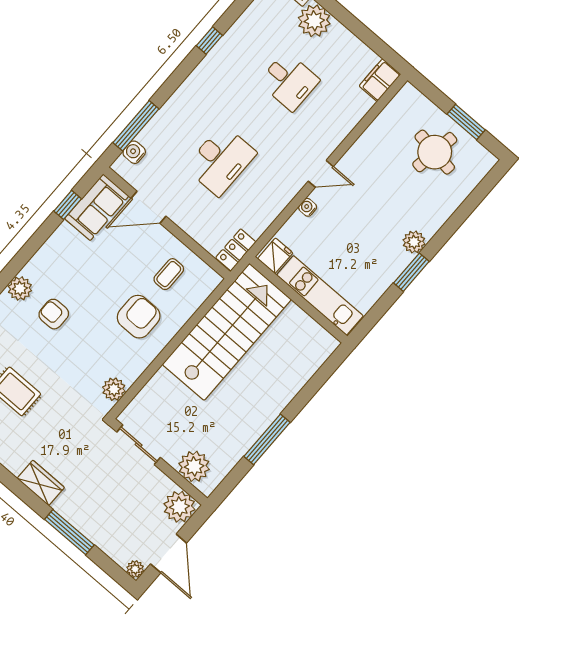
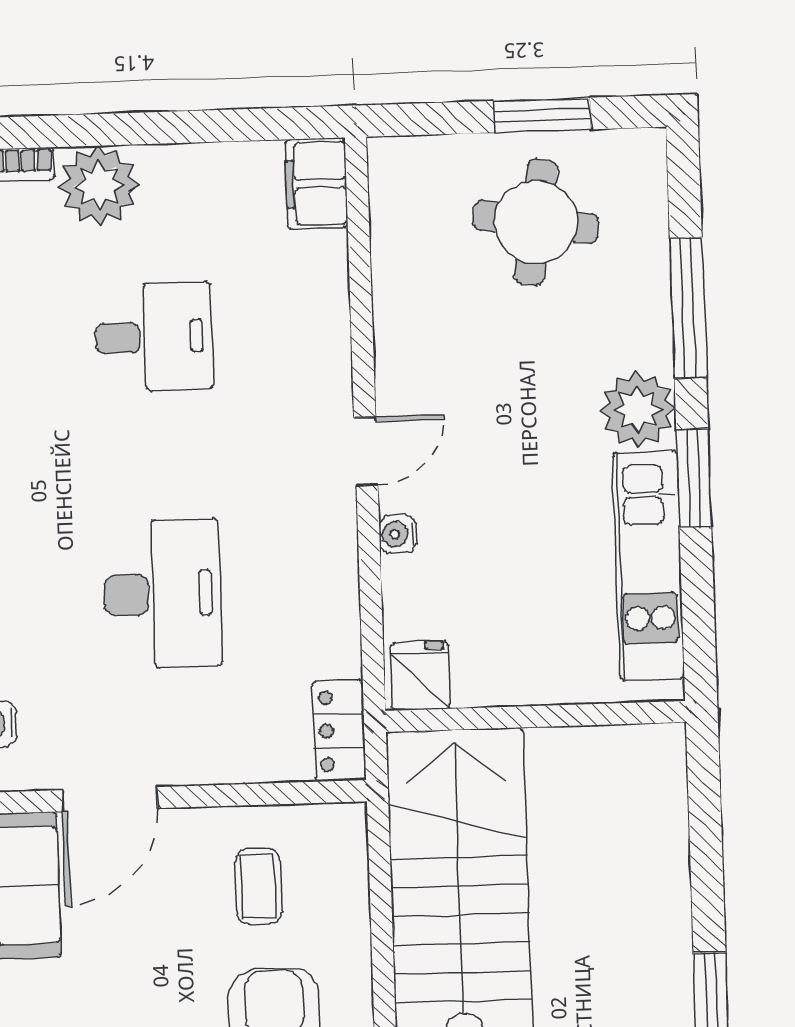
window: (457, 220) -> (688, 308), added
plant: (414, 242) -> (638, 409), width x1.36, depth x1.36
kitchen unit: (320, 295) -> (649, 566), moved, turned -90

